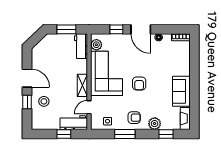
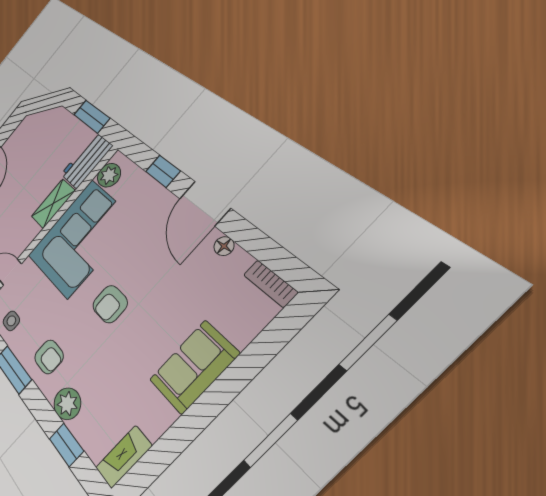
shelving: (82, 85) -> (53, 204), moved
sofa: (181, 91) -> (194, 367), moved

